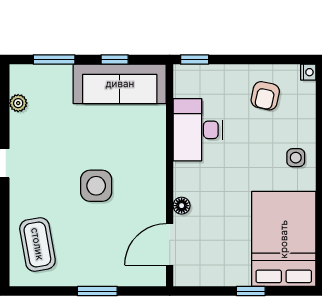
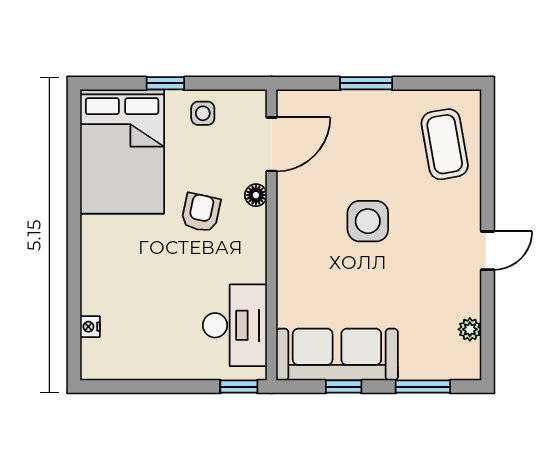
nightstand: (308, 72) -> (90, 327), moved
armchair: (265, 96) -> (201, 213), moved
desk: (198, 130) -> (235, 325), moved
side table: (296, 158) -> (203, 113), moved

